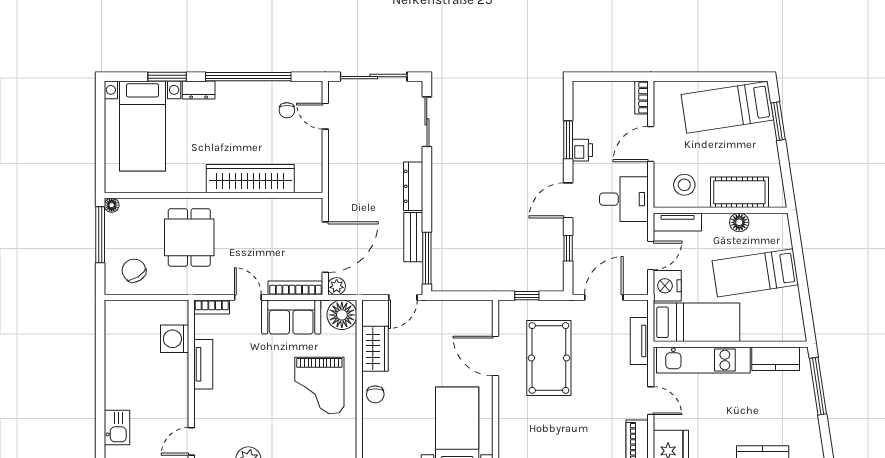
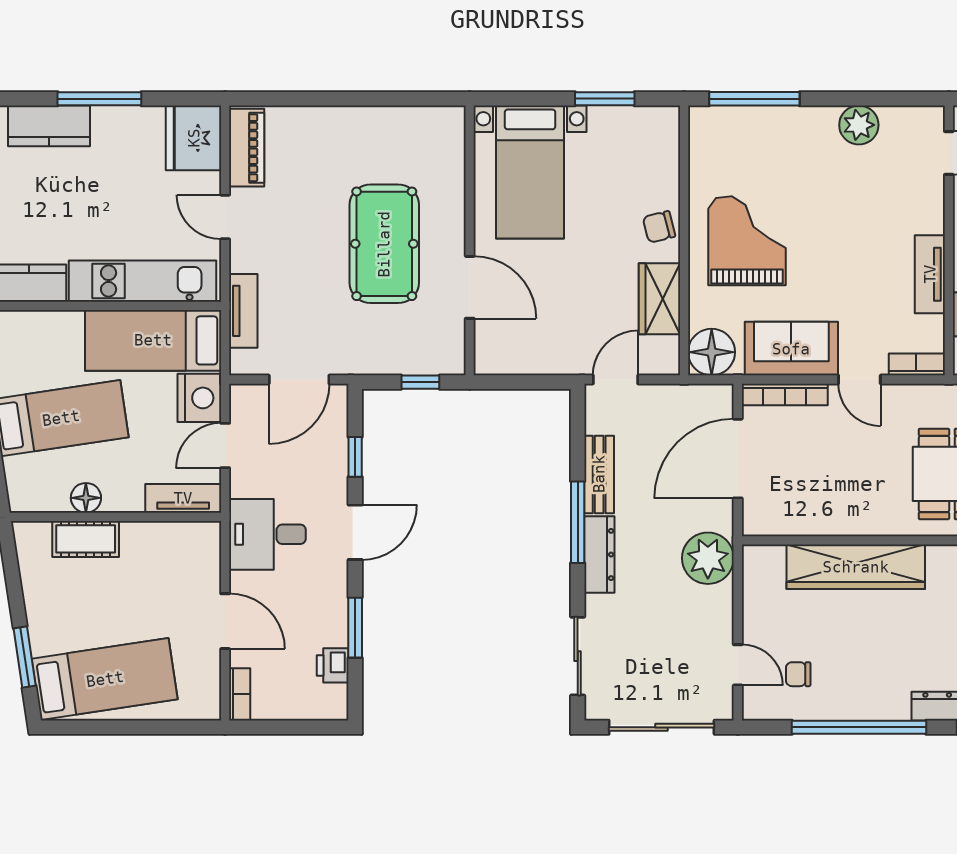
chair: (287, 110) -> (798, 674), turned -90
door: (651, 144) -> (225, 621), hinge flipped
printer: (582, 150) -> (333, 665), moved
stool: (684, 185) -> (172, 557), removed
cot: (739, 192) -> (86, 539), width x0.73, depth x0.75
window: (427, 258) -> (578, 522), moved
plant: (337, 286) -> (708, 558), moved, width x1.88, depth x1.88
pool table: (549, 358) -> (384, 244), moved
chair: (375, 394) -> (659, 227), turned -104

